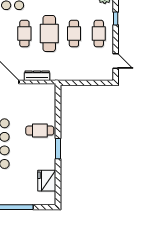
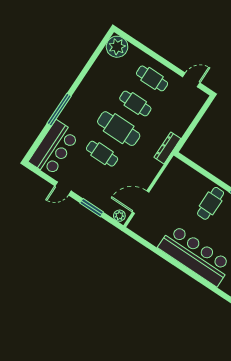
window: (116, 19) -> (148, 51), removed
dresser: (37, 76) -> (167, 148), moved

